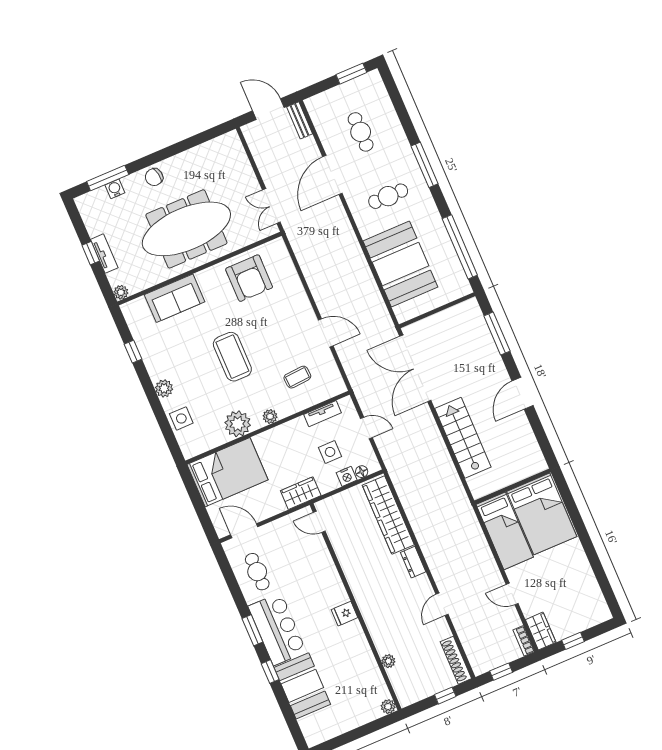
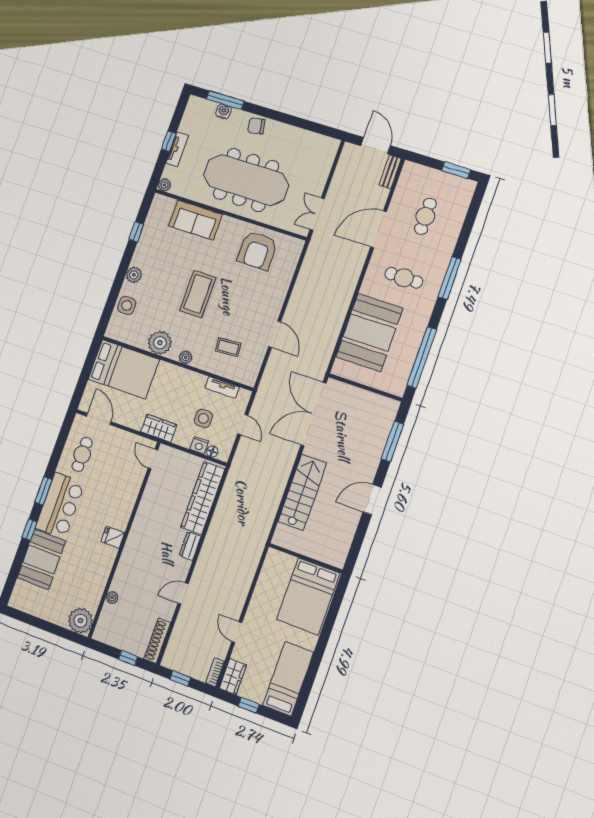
bed: (505, 531) -> (288, 679), moved, turned 180
plant: (388, 707) -> (80, 621), width x1.88, depth x1.88

